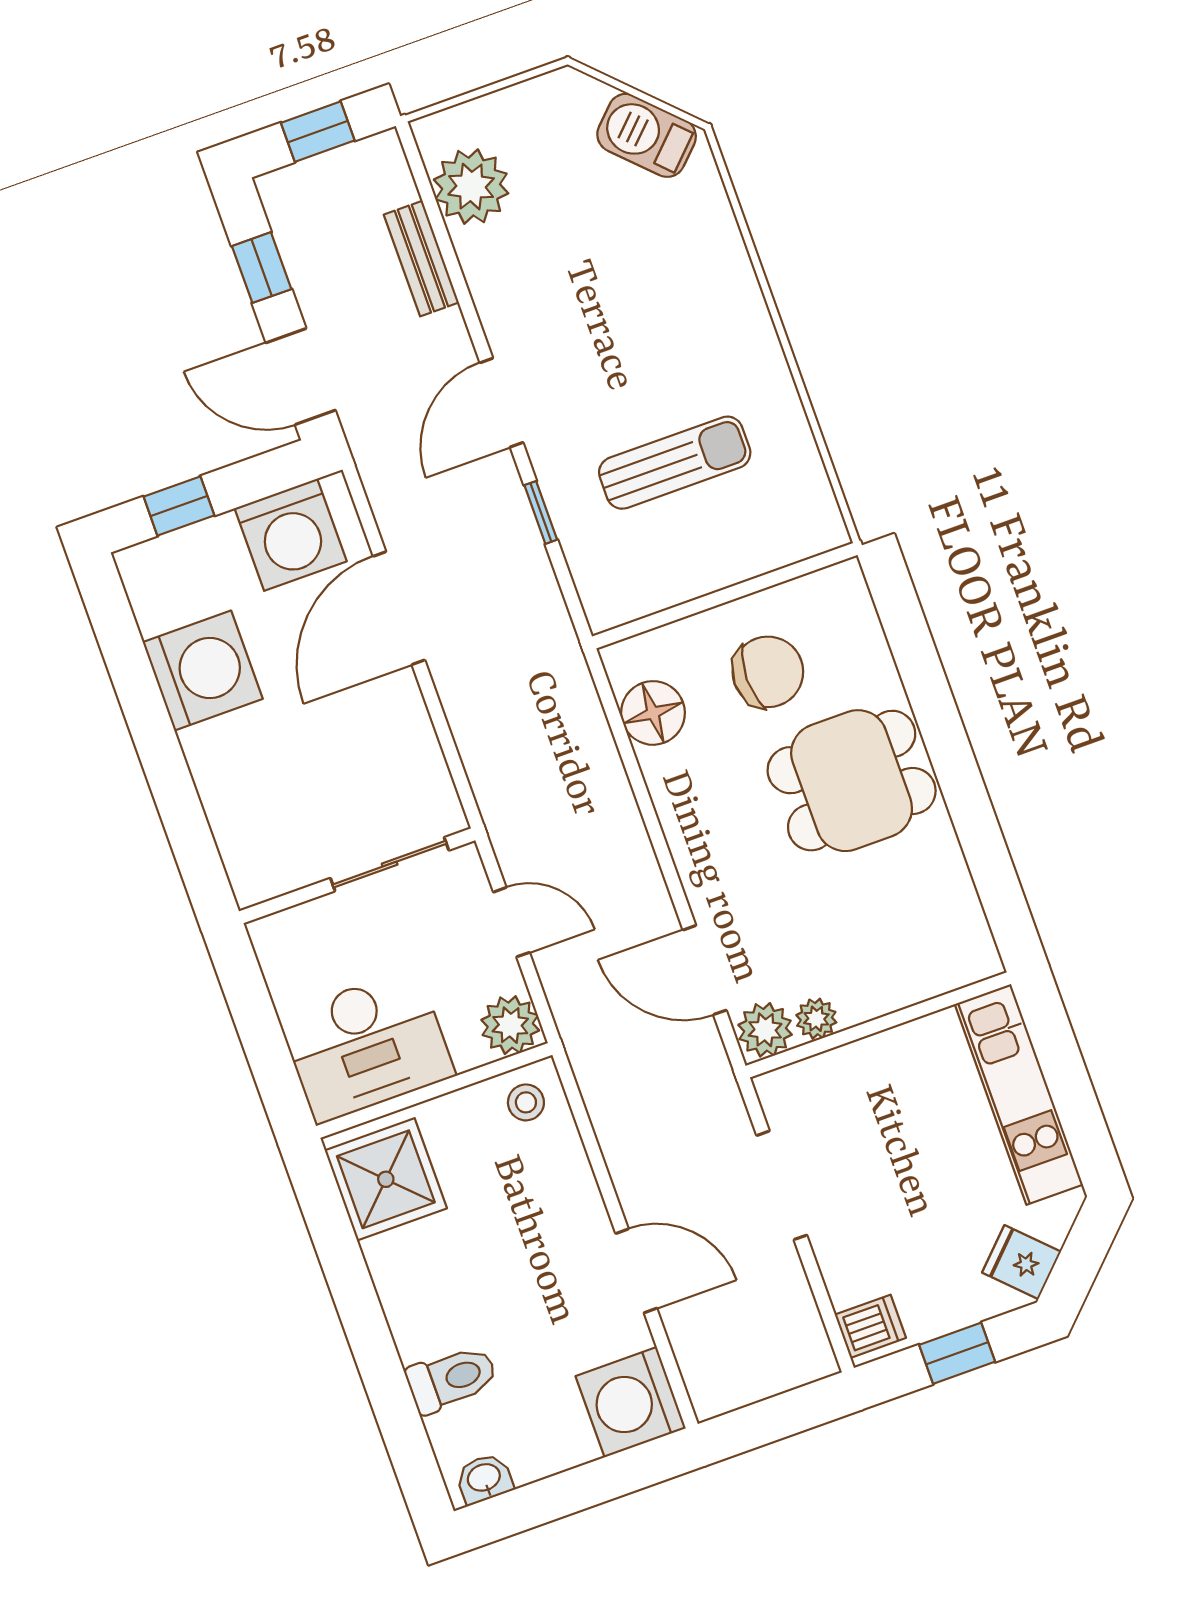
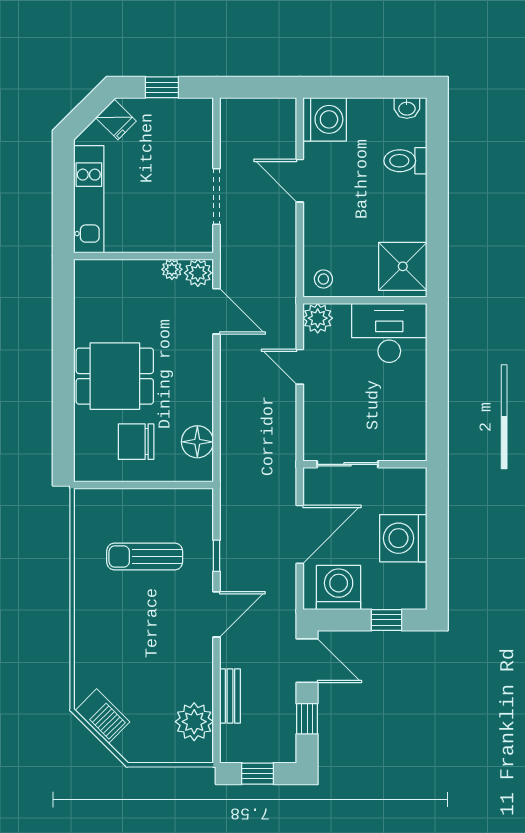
sliding door: (390, 864) -> (348, 464), moved
wall: (357, 876) -> (365, 464), moved
dishwasher: (870, 1326) -> (198, 115), removed

